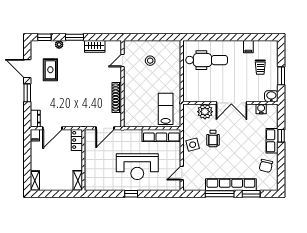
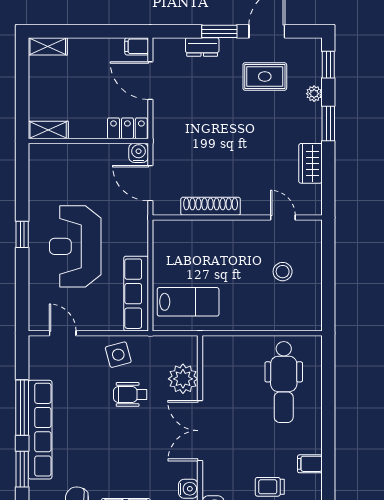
dresser: (35, 119) -> (202, 47), moved
water cooler: (89, 134) -> (139, 153), added

